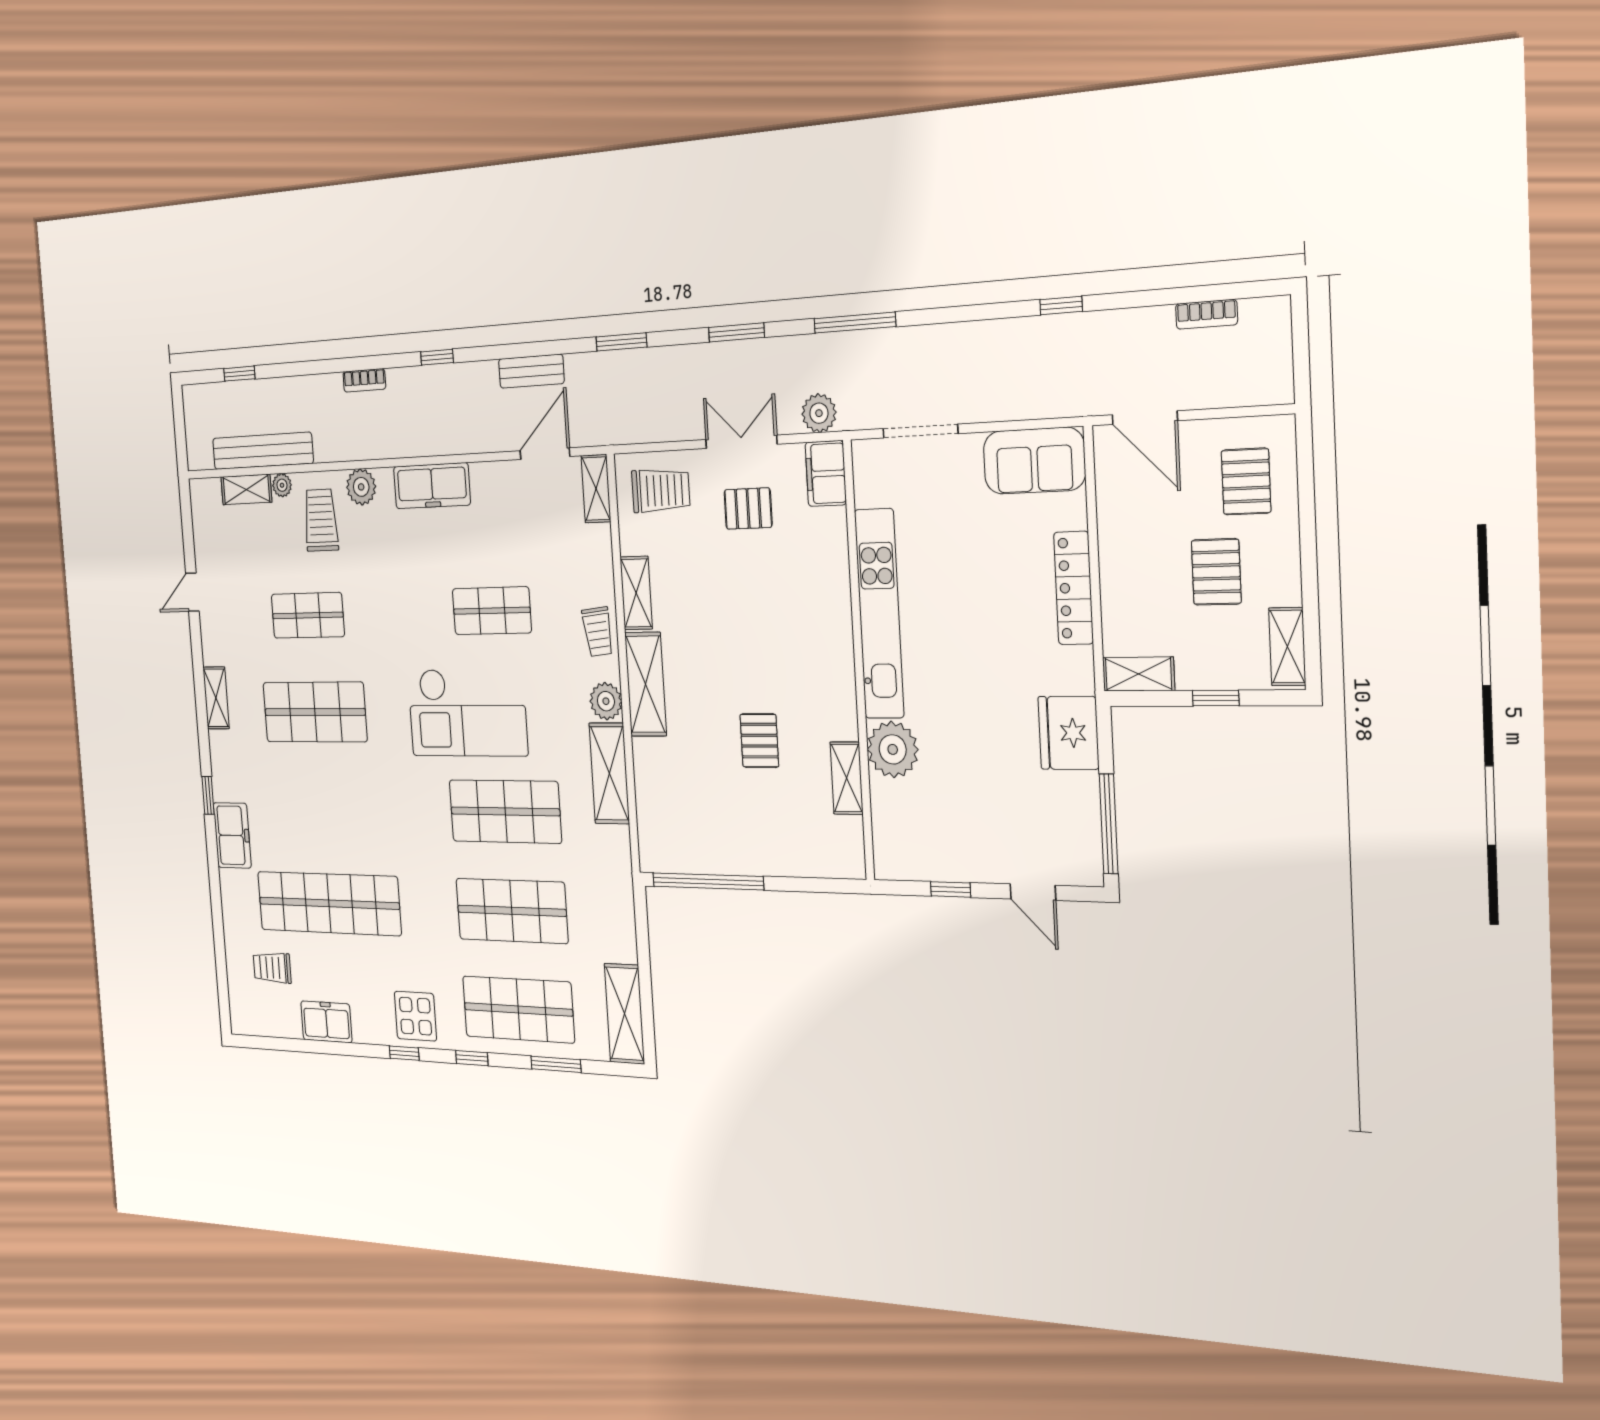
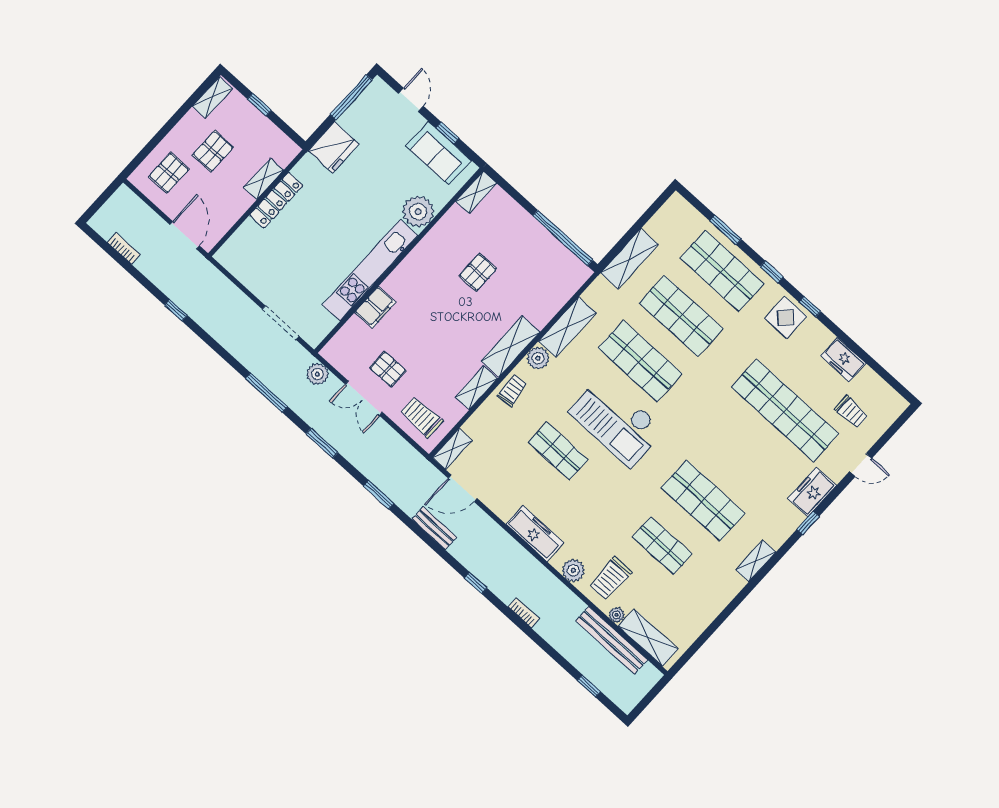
sofa: (1034, 461) -> (439, 153), moved, turned 180
filing cabinet: (826, 474) -> (375, 307), moved
shelving: (246, 489) -> (648, 638), width x1.50, depth x1.33
door: (192, 592) -> (861, 465), moved
shelving: (1138, 674) -> (264, 179), moved, turned 90
checkout: (467, 712) -> (617, 421), turned 180
shelving: (847, 778) -> (476, 192), moved
shelving: (624, 1014) -> (629, 259), moved

